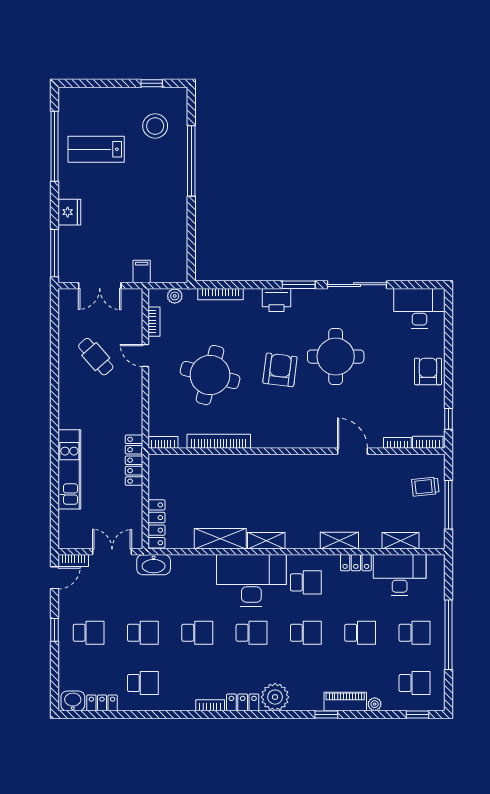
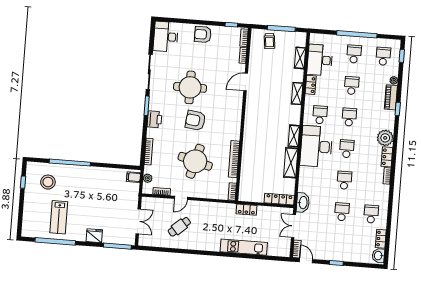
filing cabinet: (142, 272) -> (133, 177), moved
locker: (134, 460) -> (246, 210), width x0.66
school desk: (89, 633) -> (339, 243), removed

